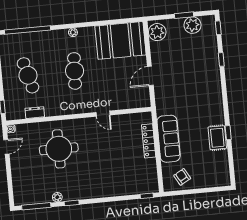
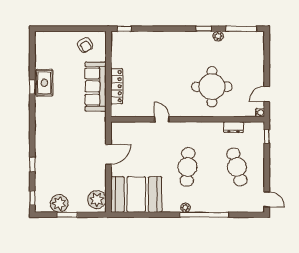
window: (28, 30) -> (204, 215), moved

